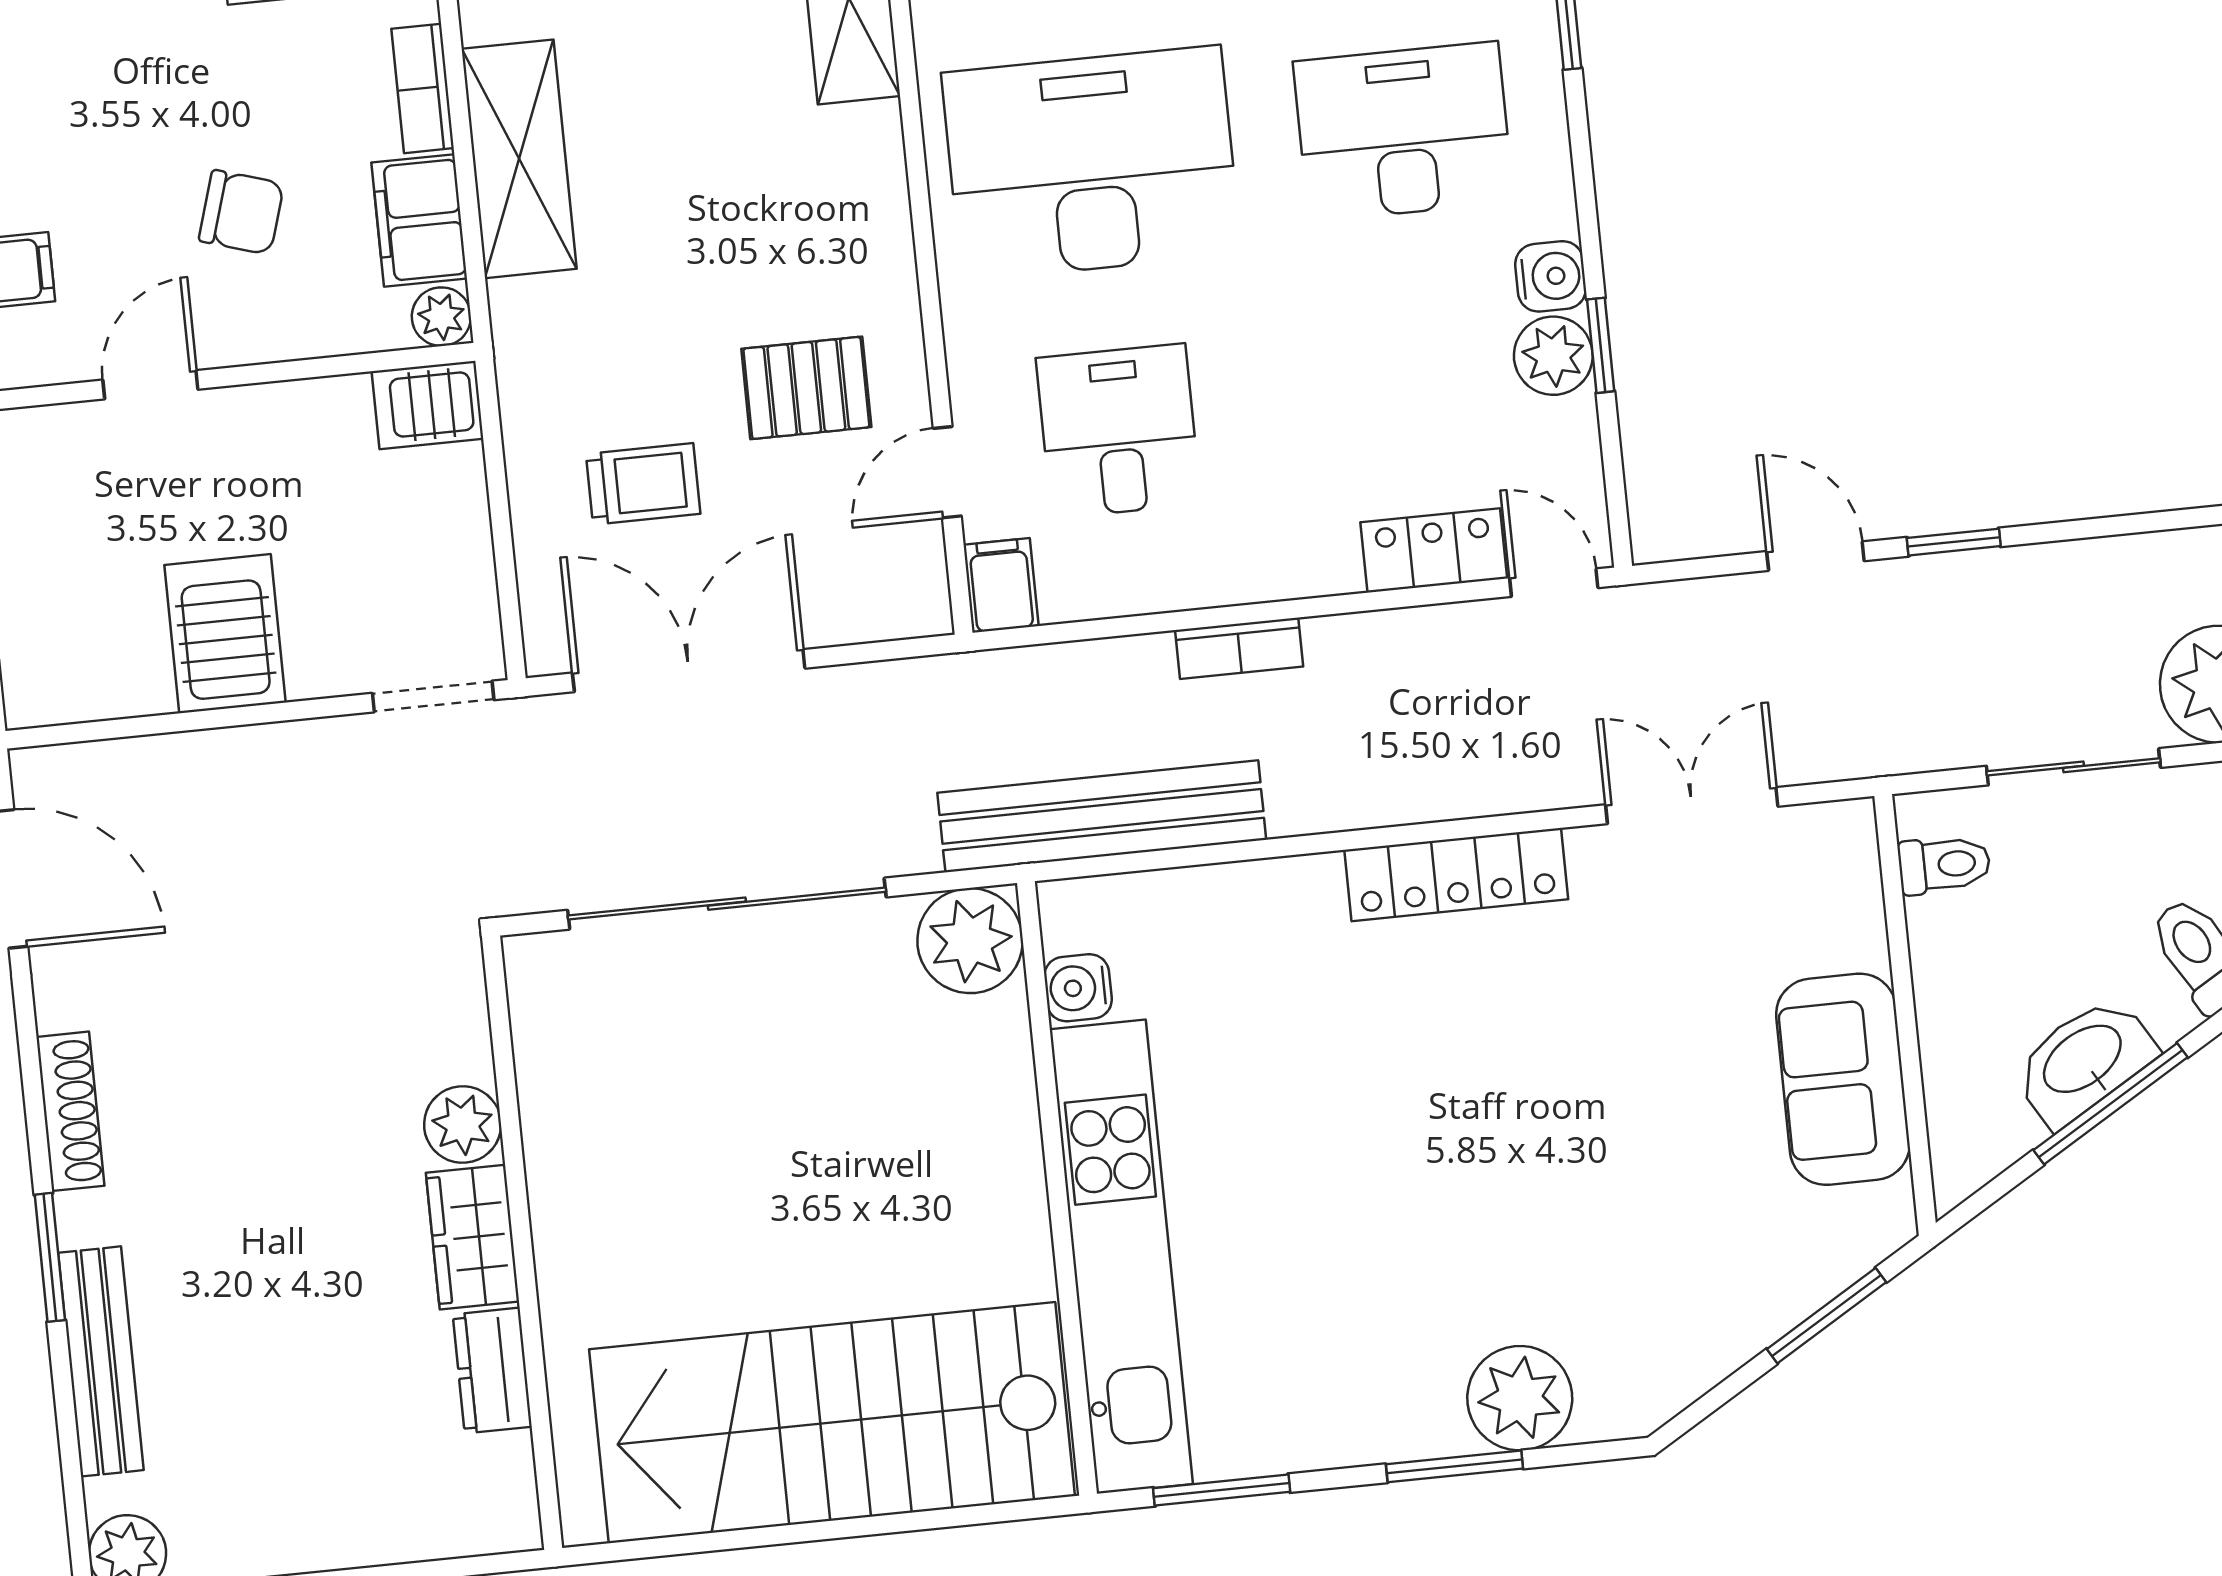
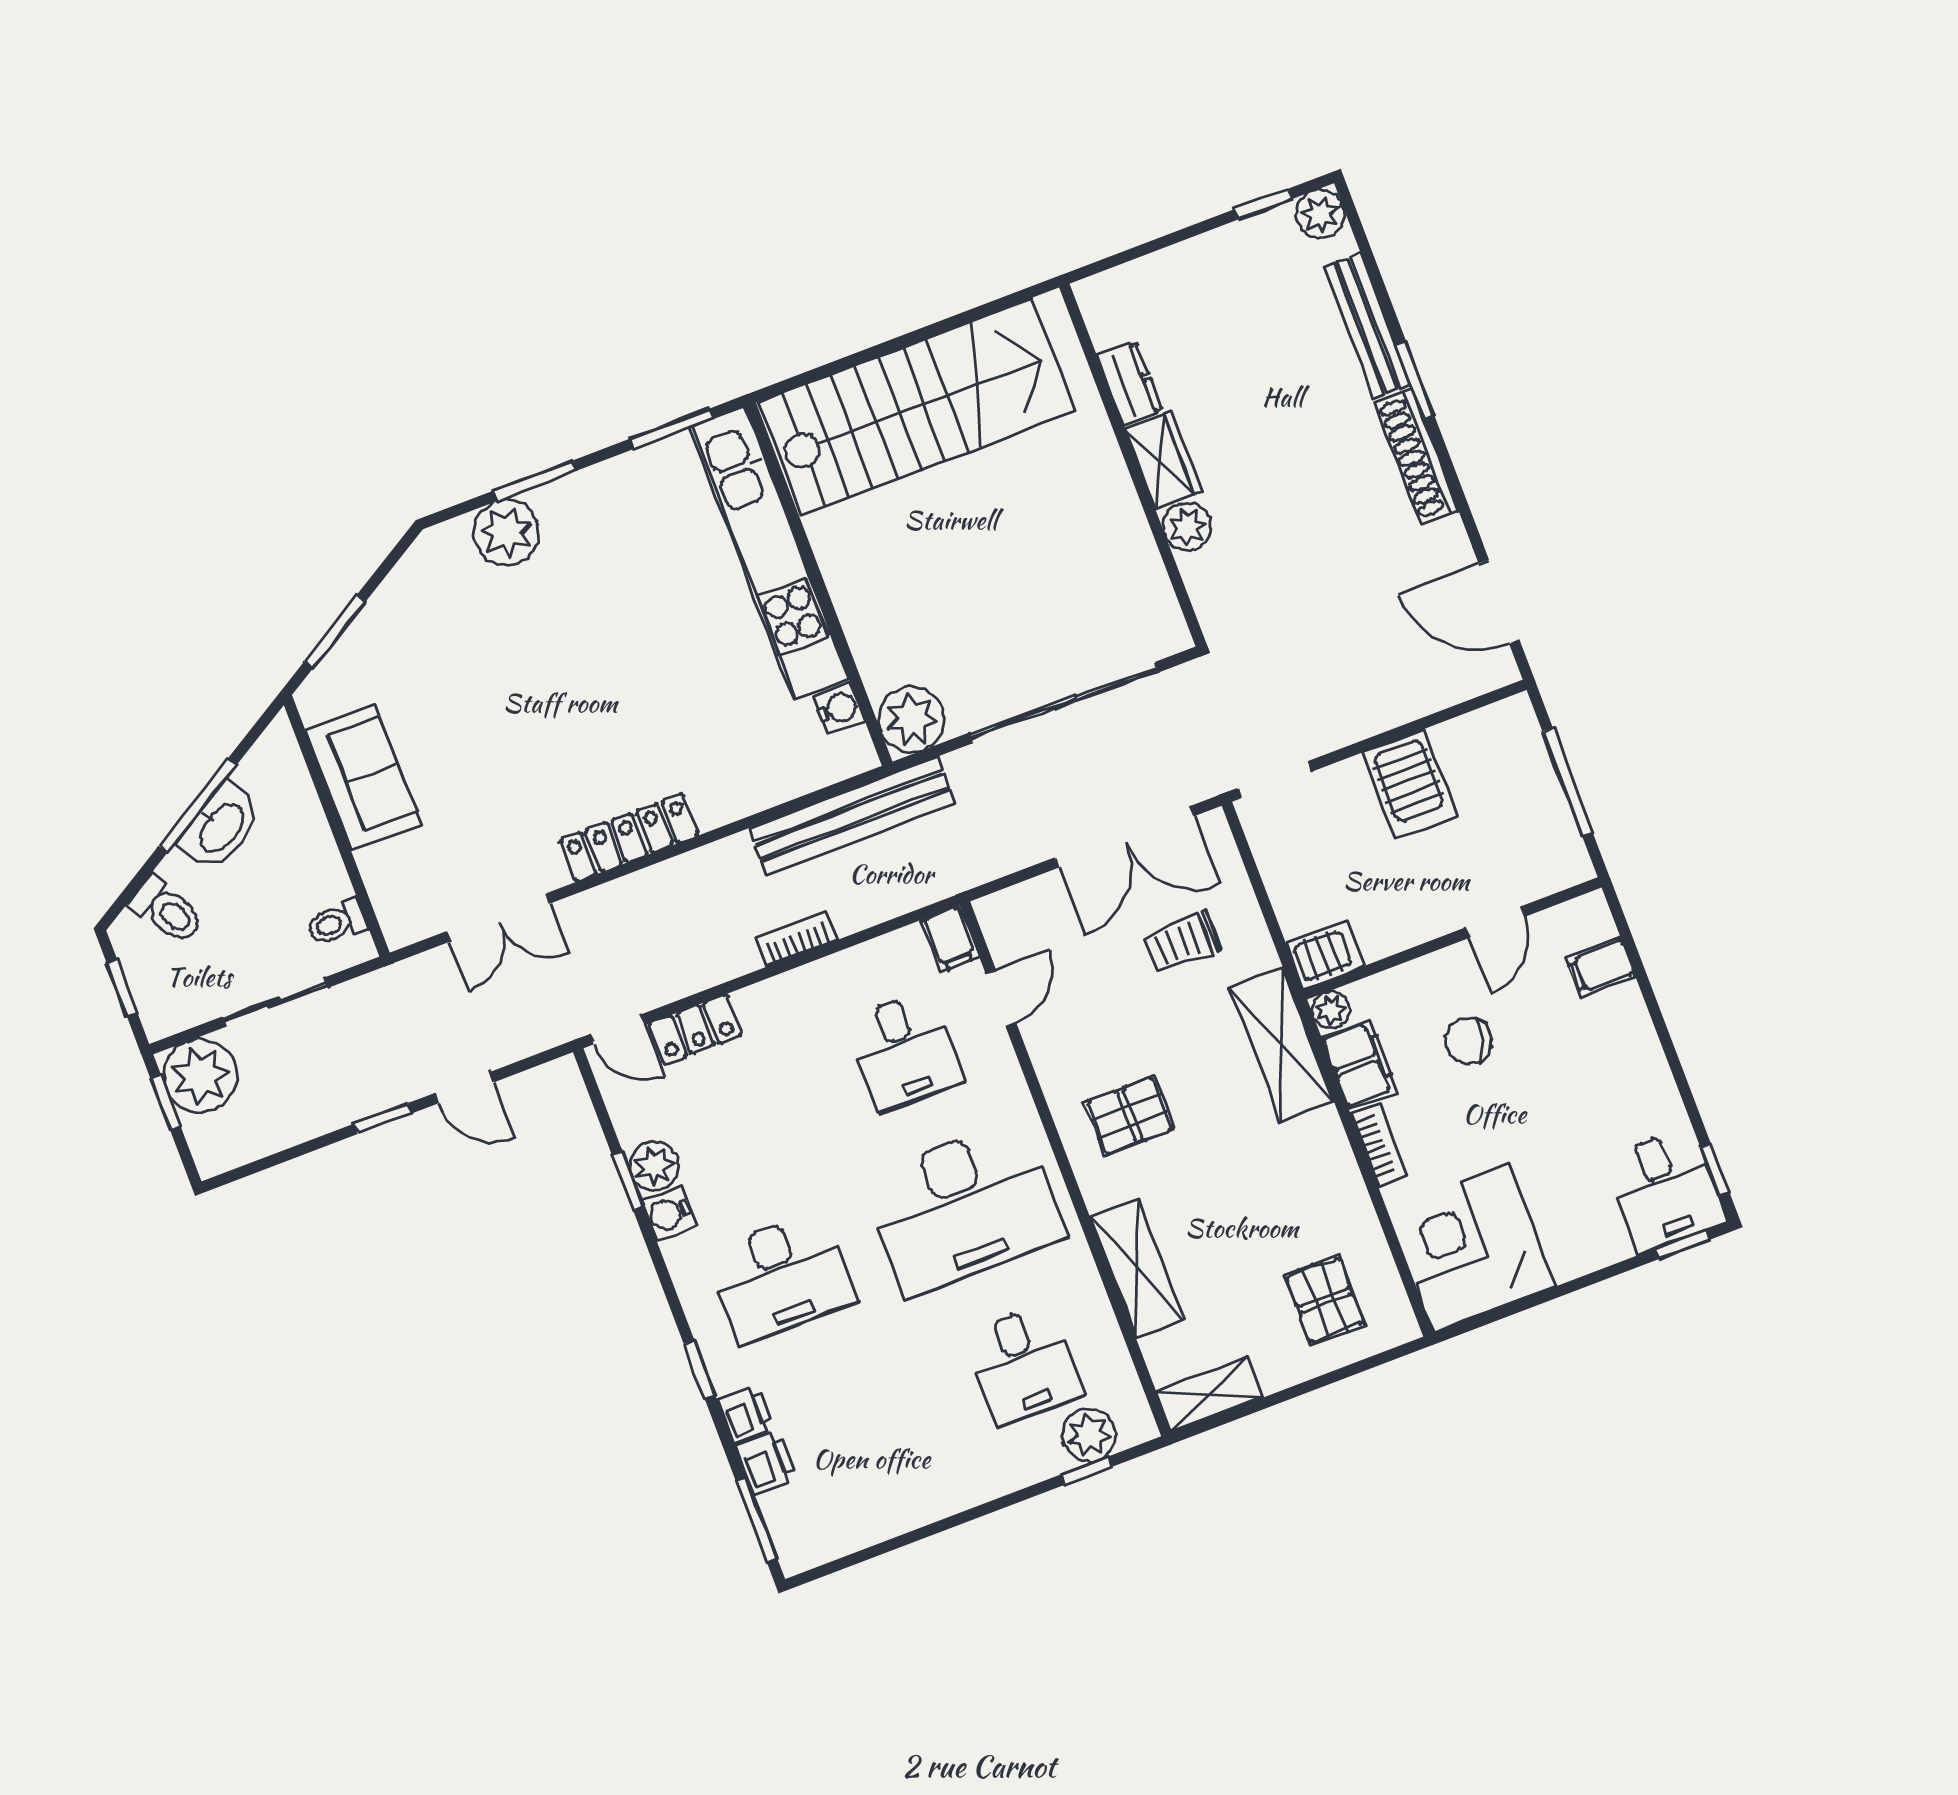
shelving: (519, 159) -> (1281, 1044), moved
pallet: (806, 388) -> (1129, 1116), moved
shoe rack: (70, 1111) -> (1416, 456), width x1.36, depth x1.24

